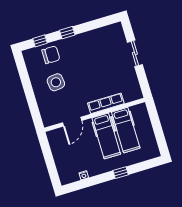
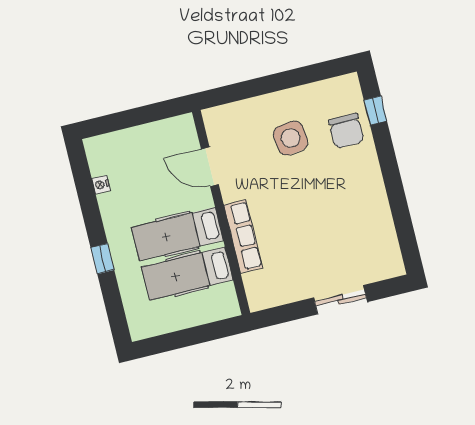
window: (67, 33) -> (389, 166), removed

